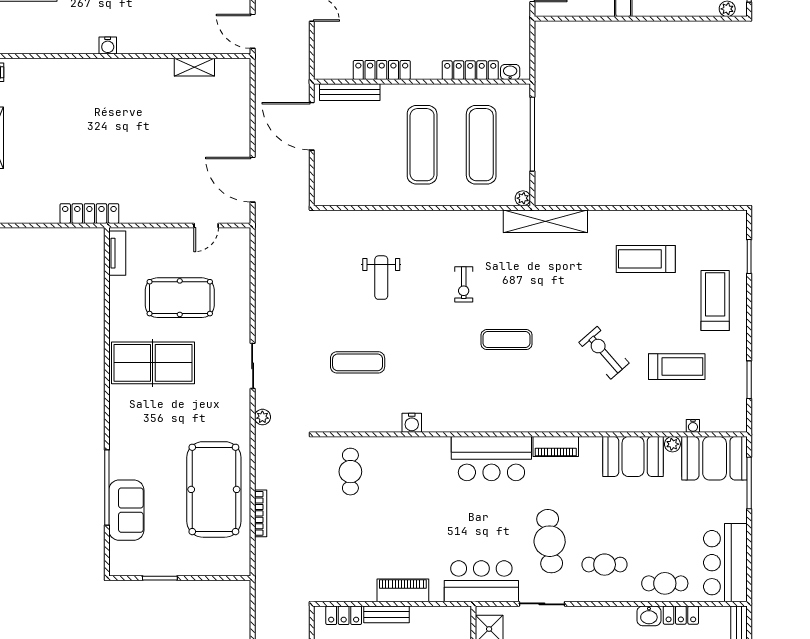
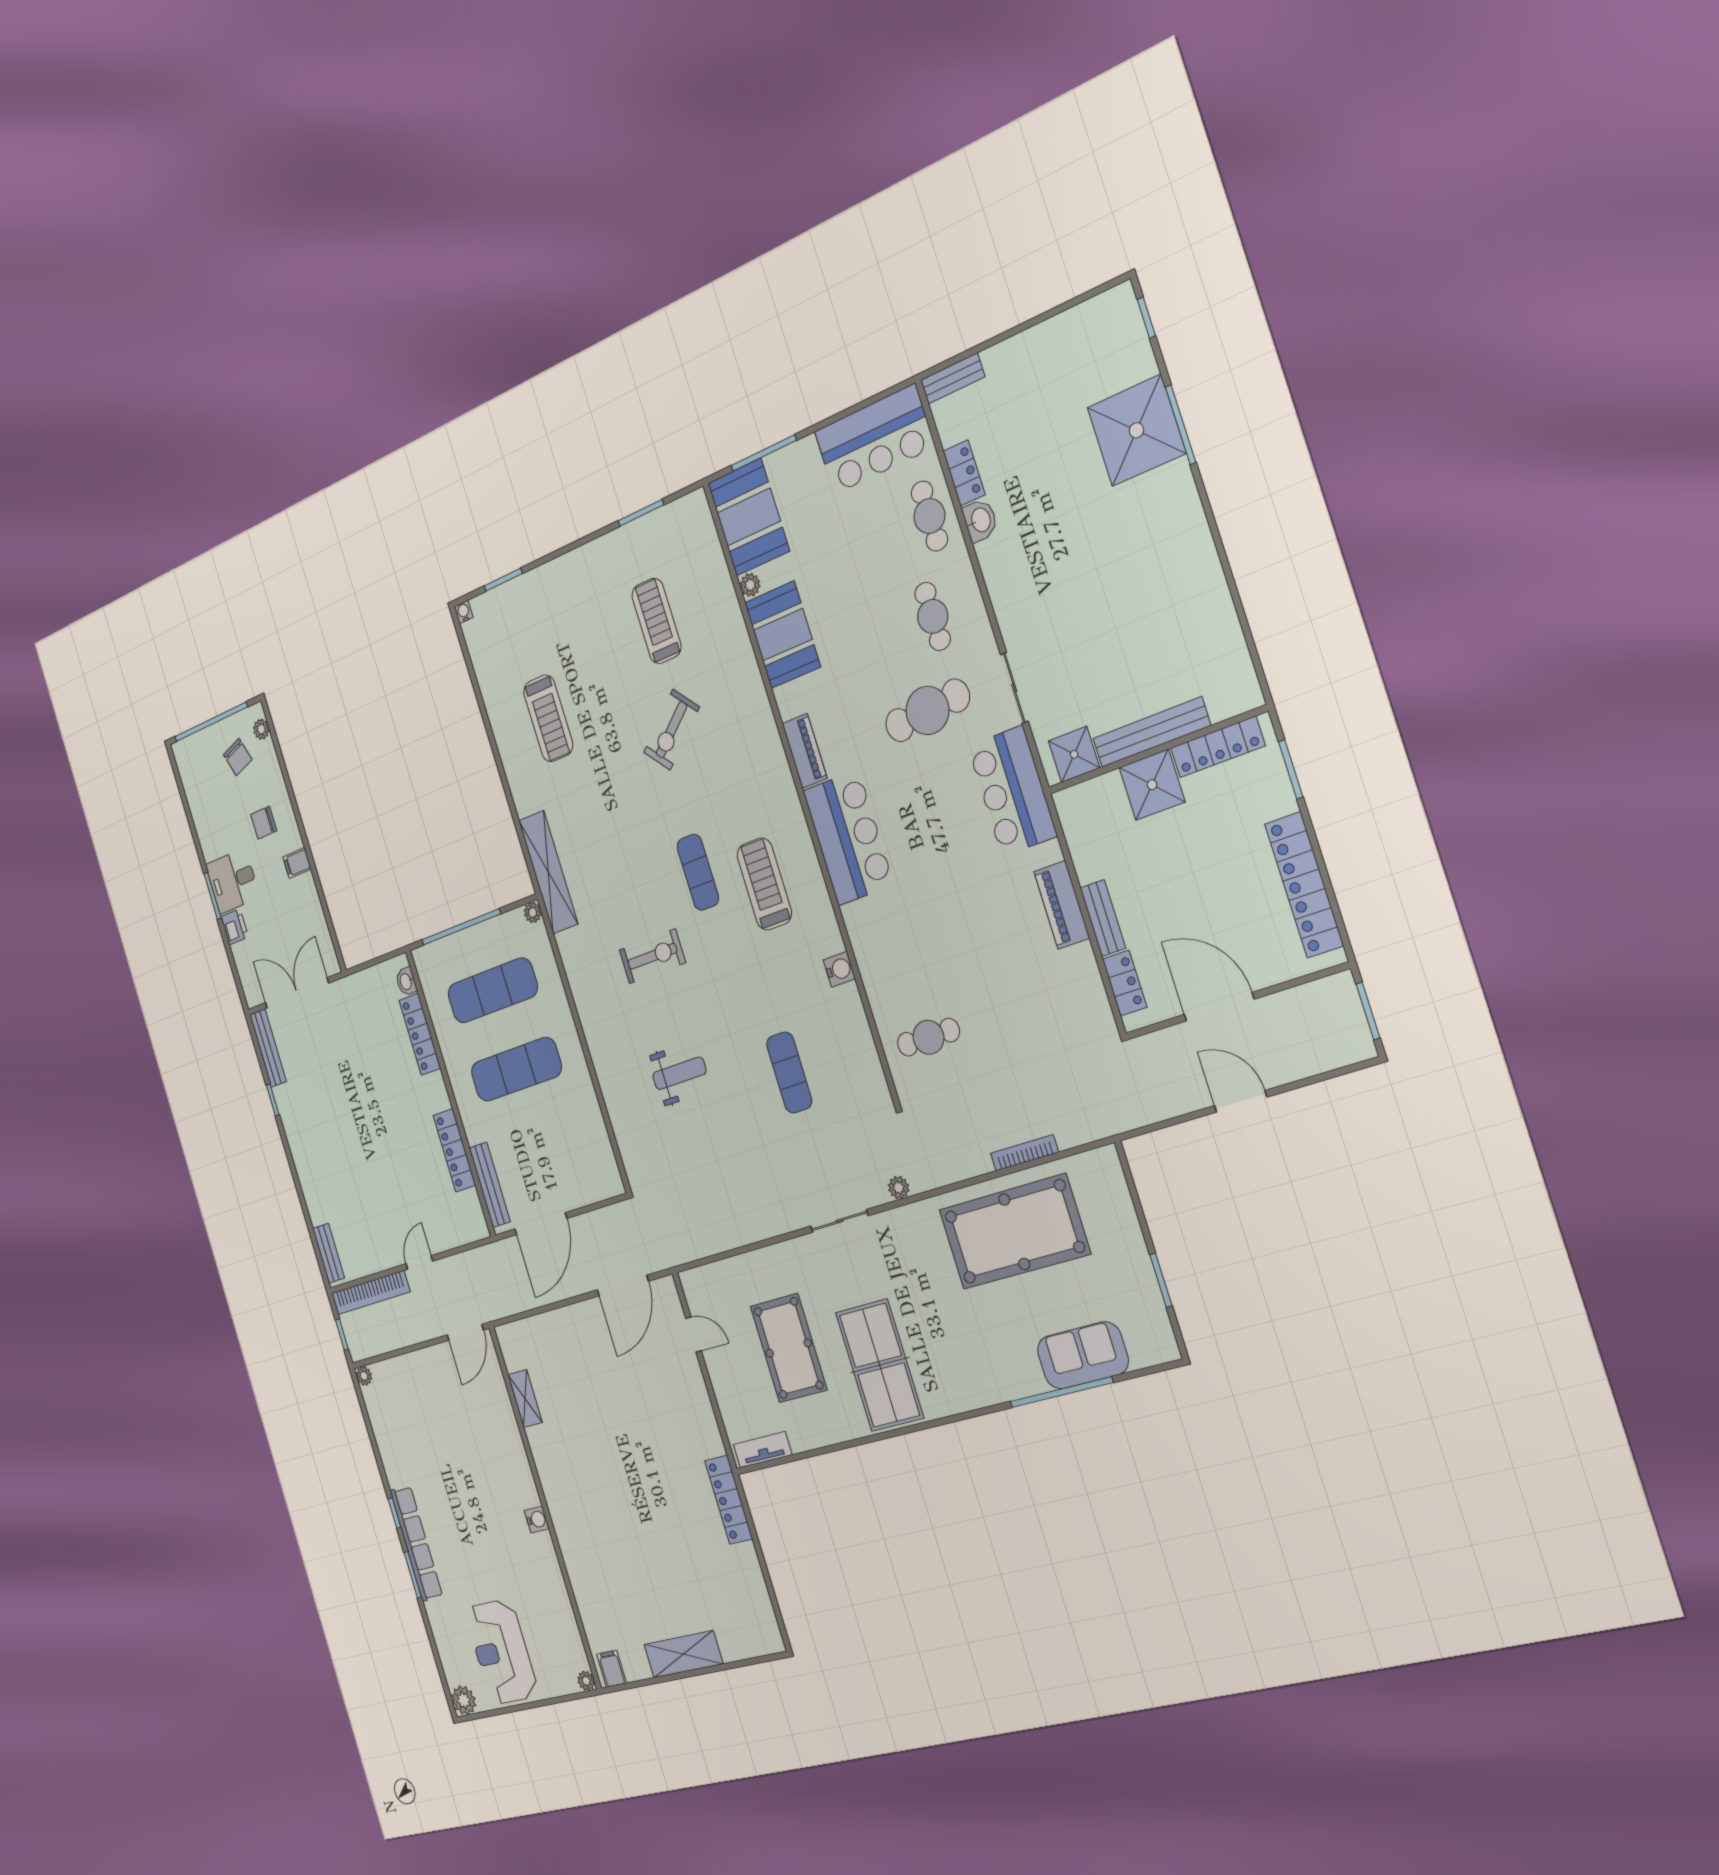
exercise bike: (464, 284) -> (652, 956), width x1.38, depth x1.39
treadmill: (715, 301) -> (764, 884), moved, turned 90
water cooler: (693, 426) -> (464, 612), moved, turned -90

